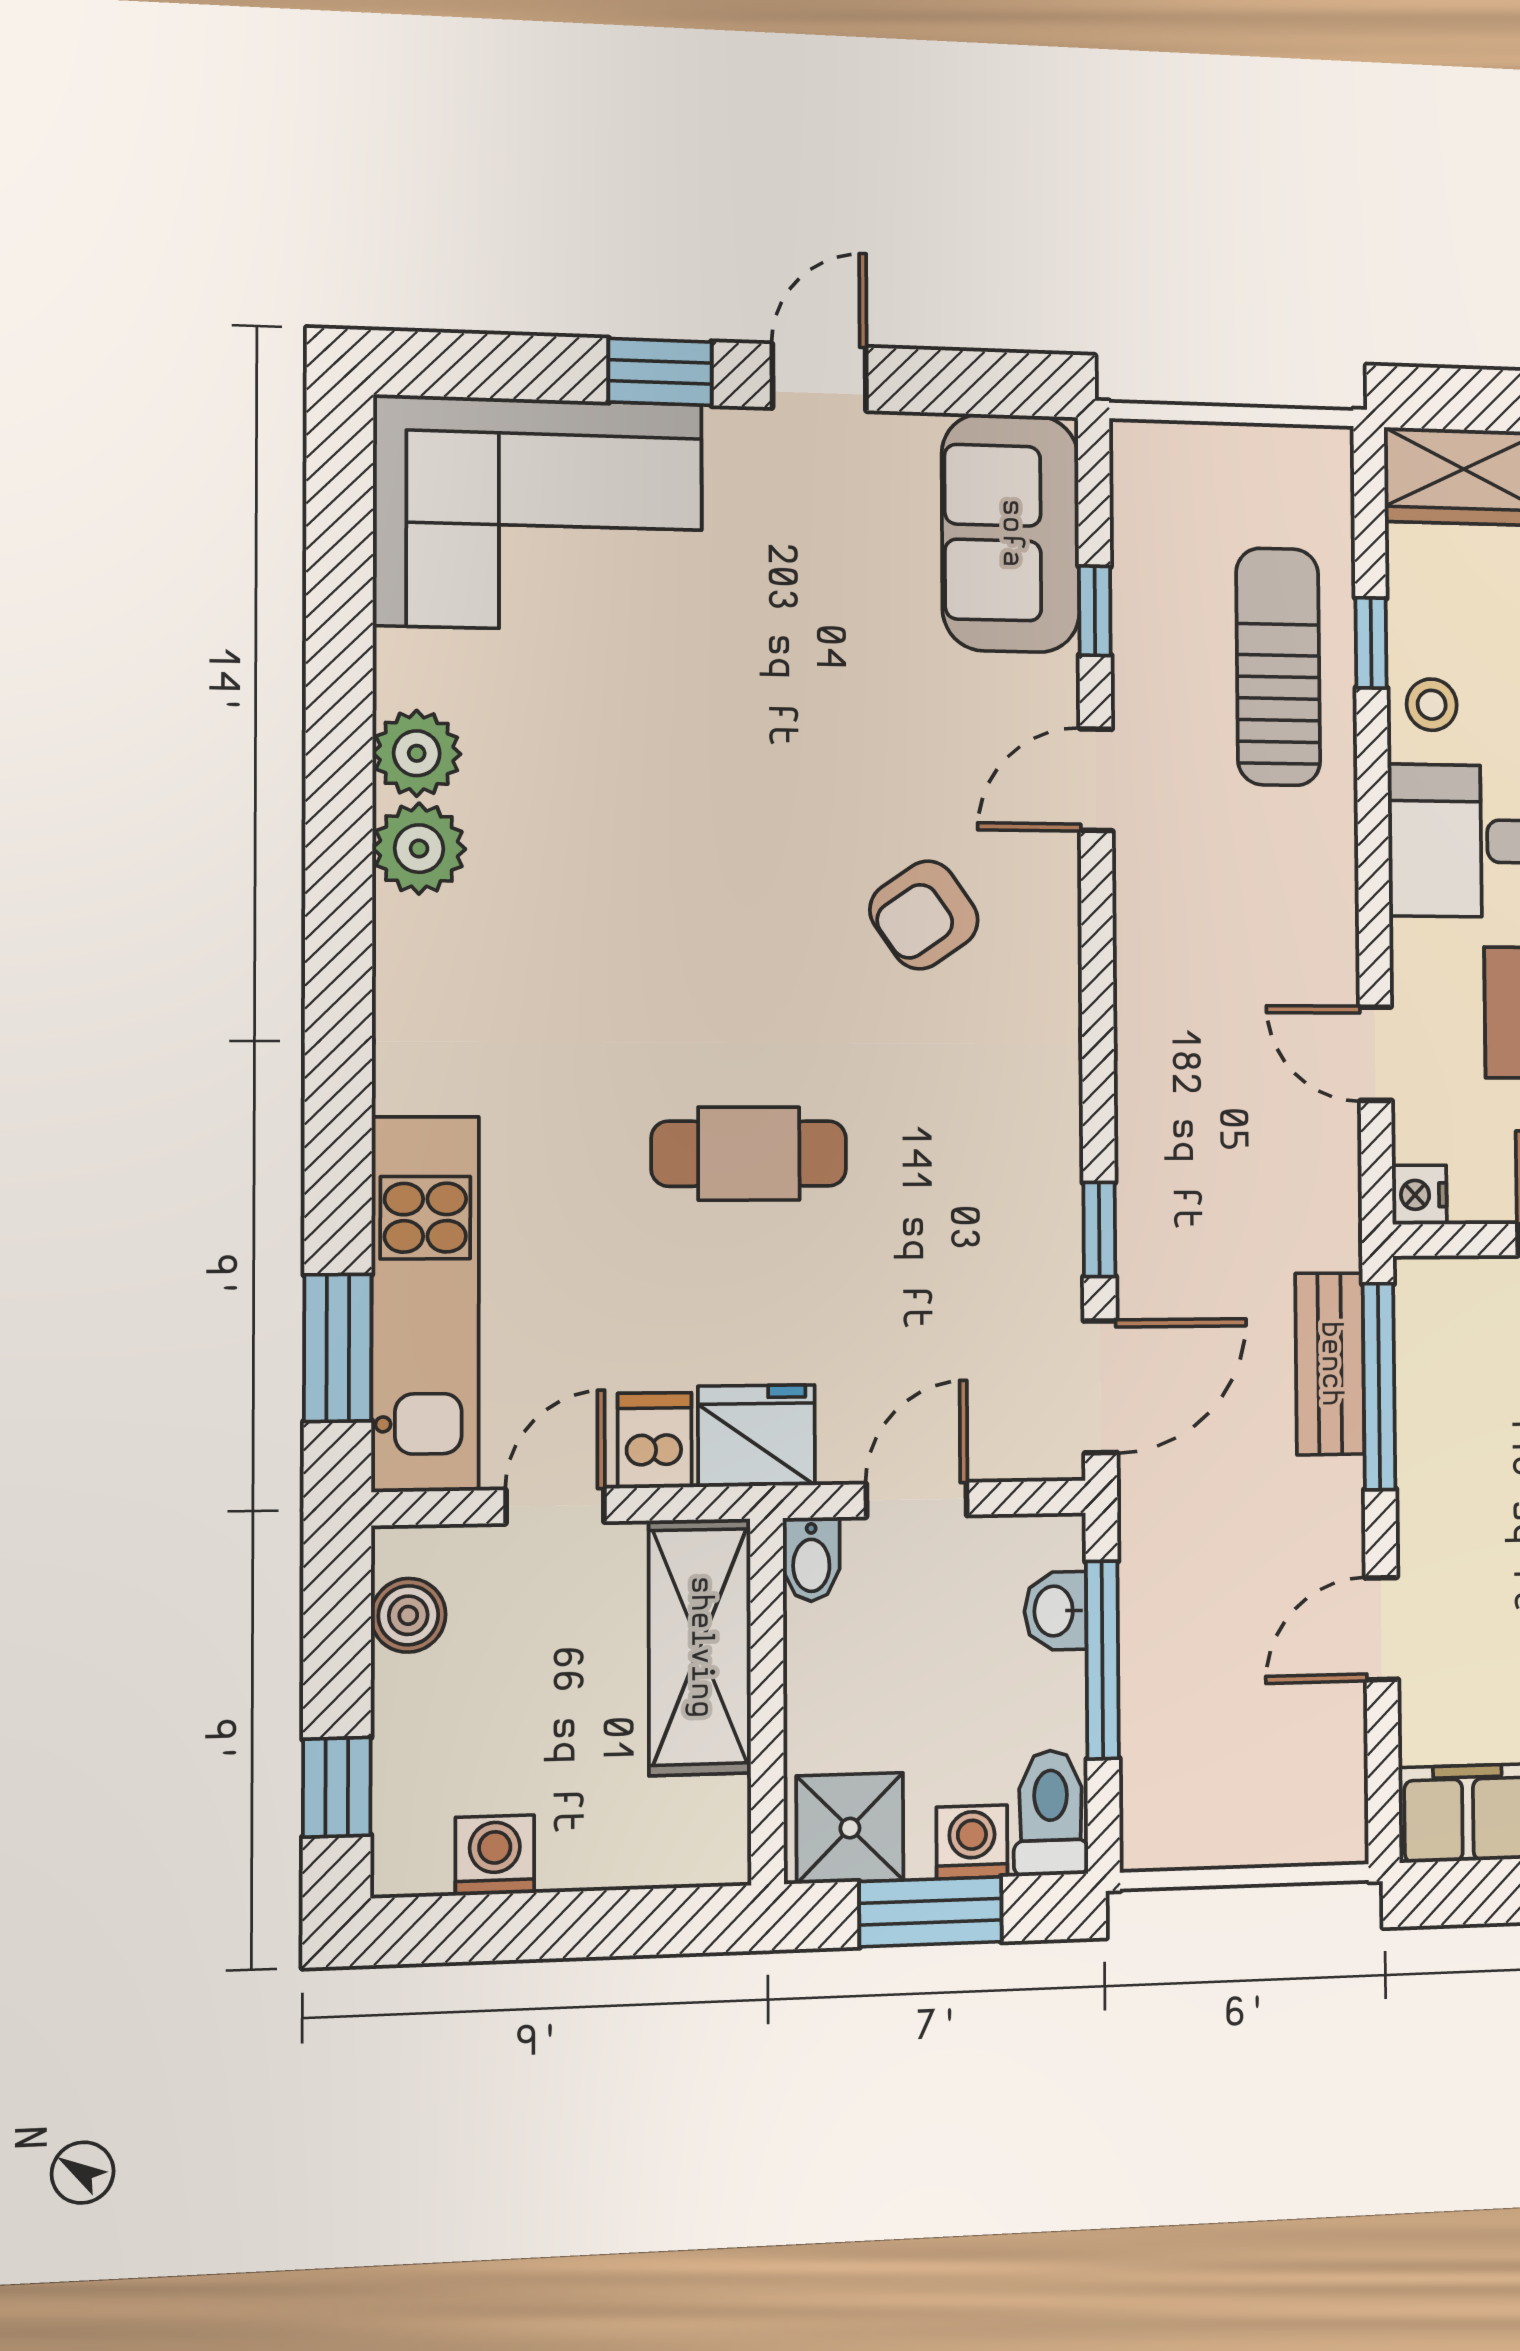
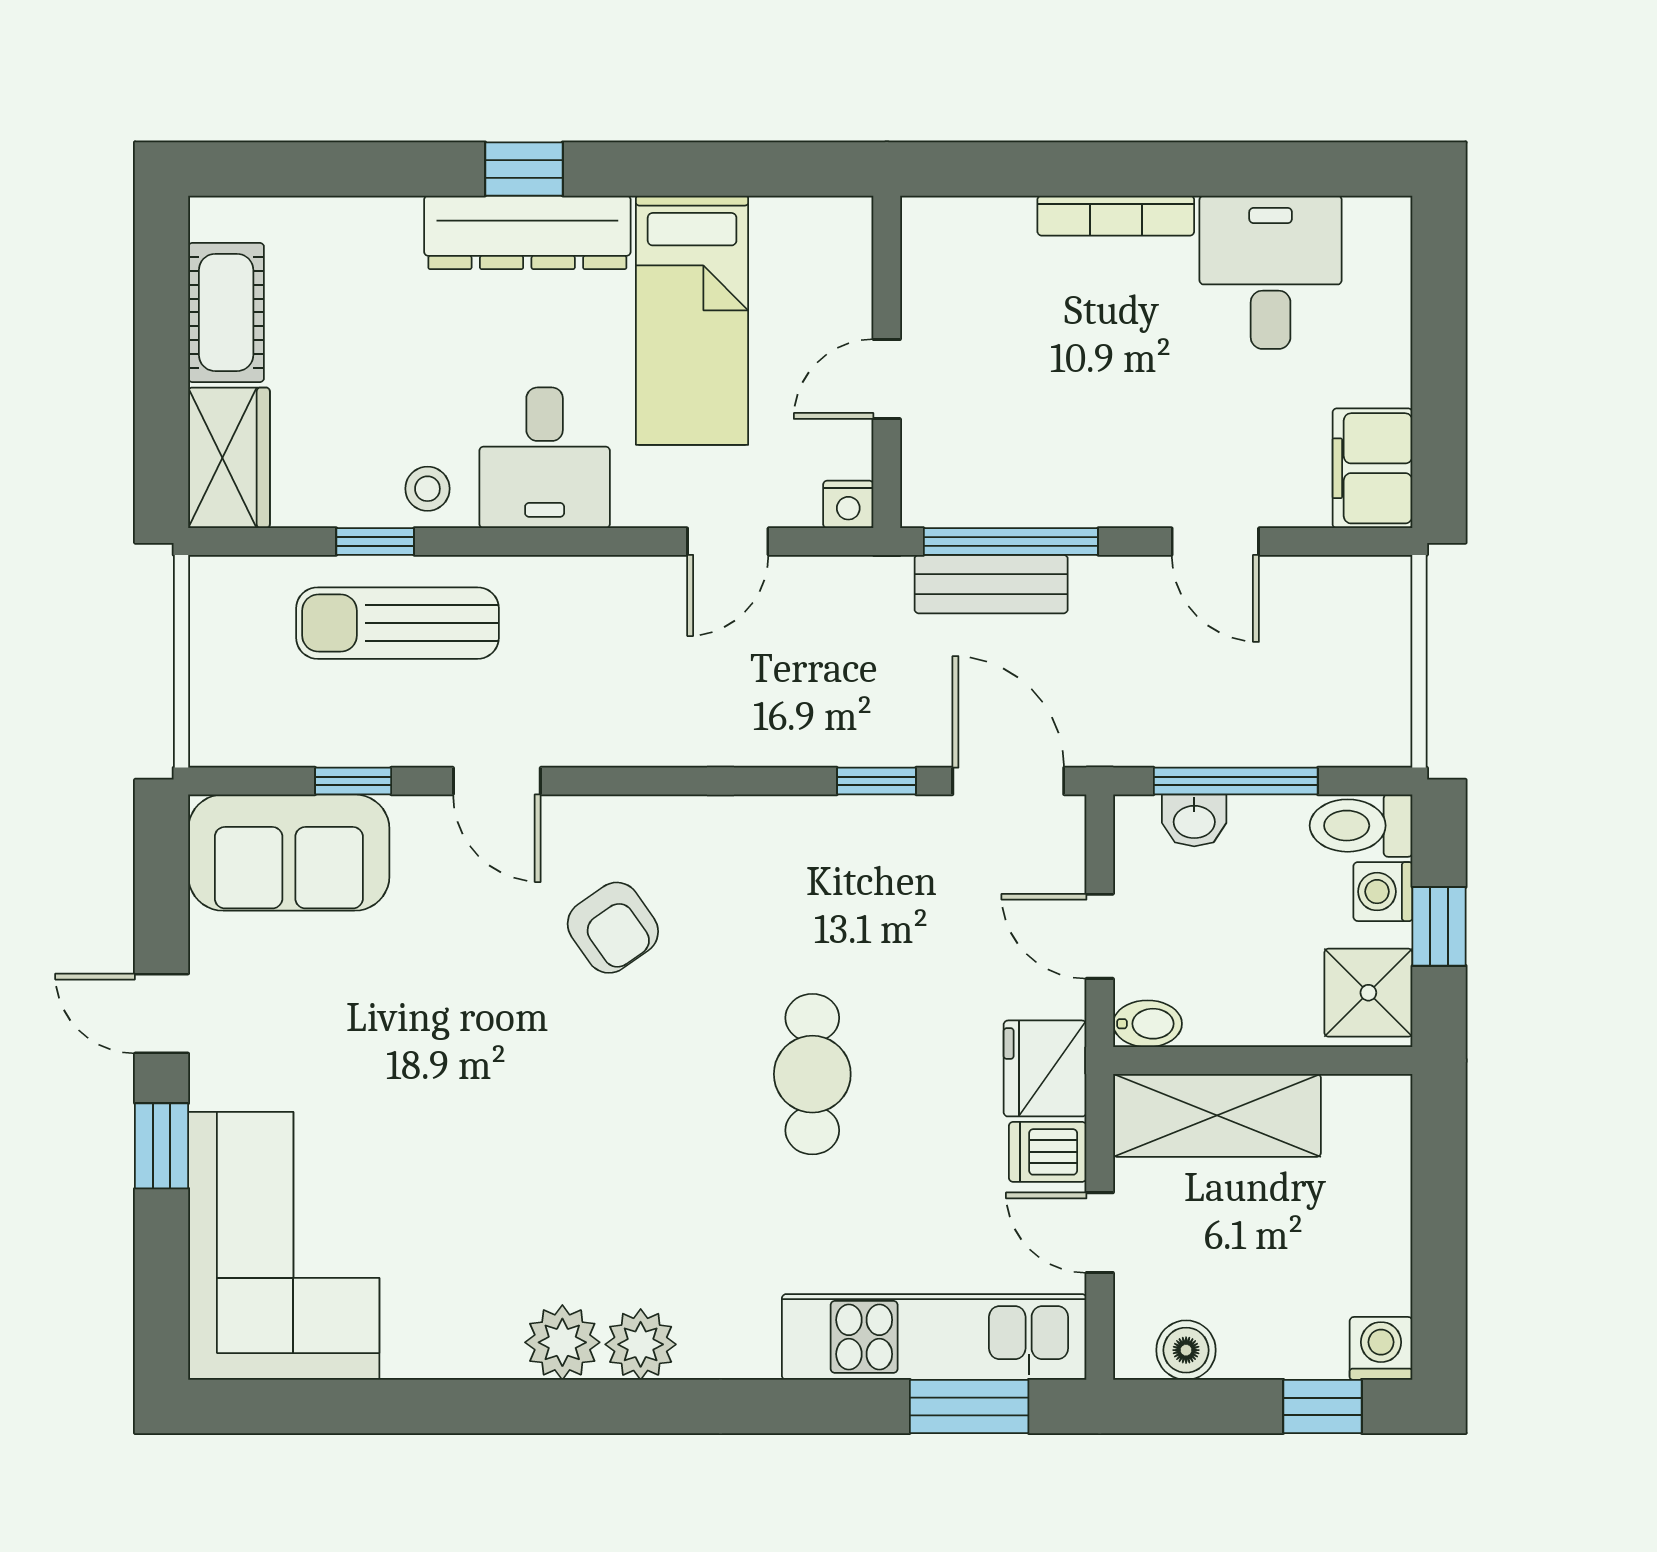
plant: (417, 753) -> (641, 1344), moved
washing machine: (495, 1855) -> (1381, 1348), moved, turned 90
window: (930, 1912) -> (1439, 926), width x0.67

